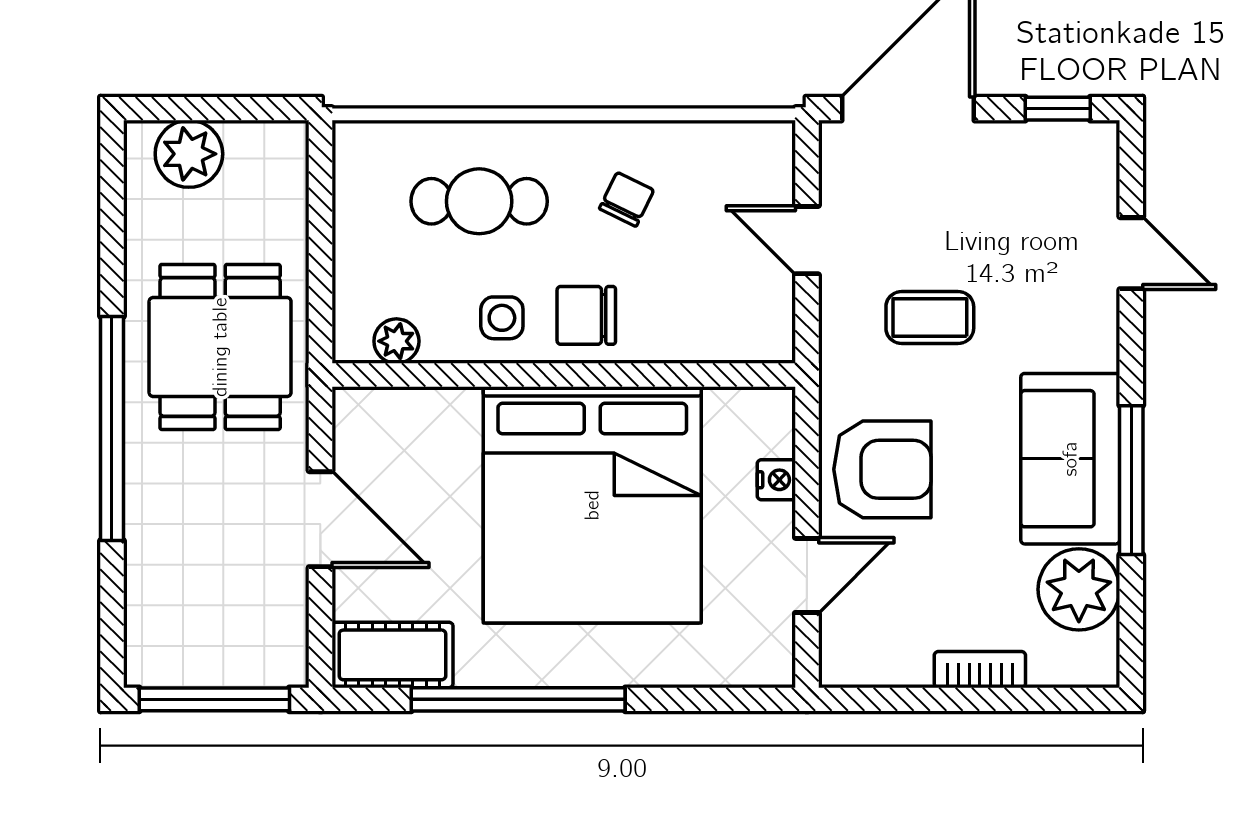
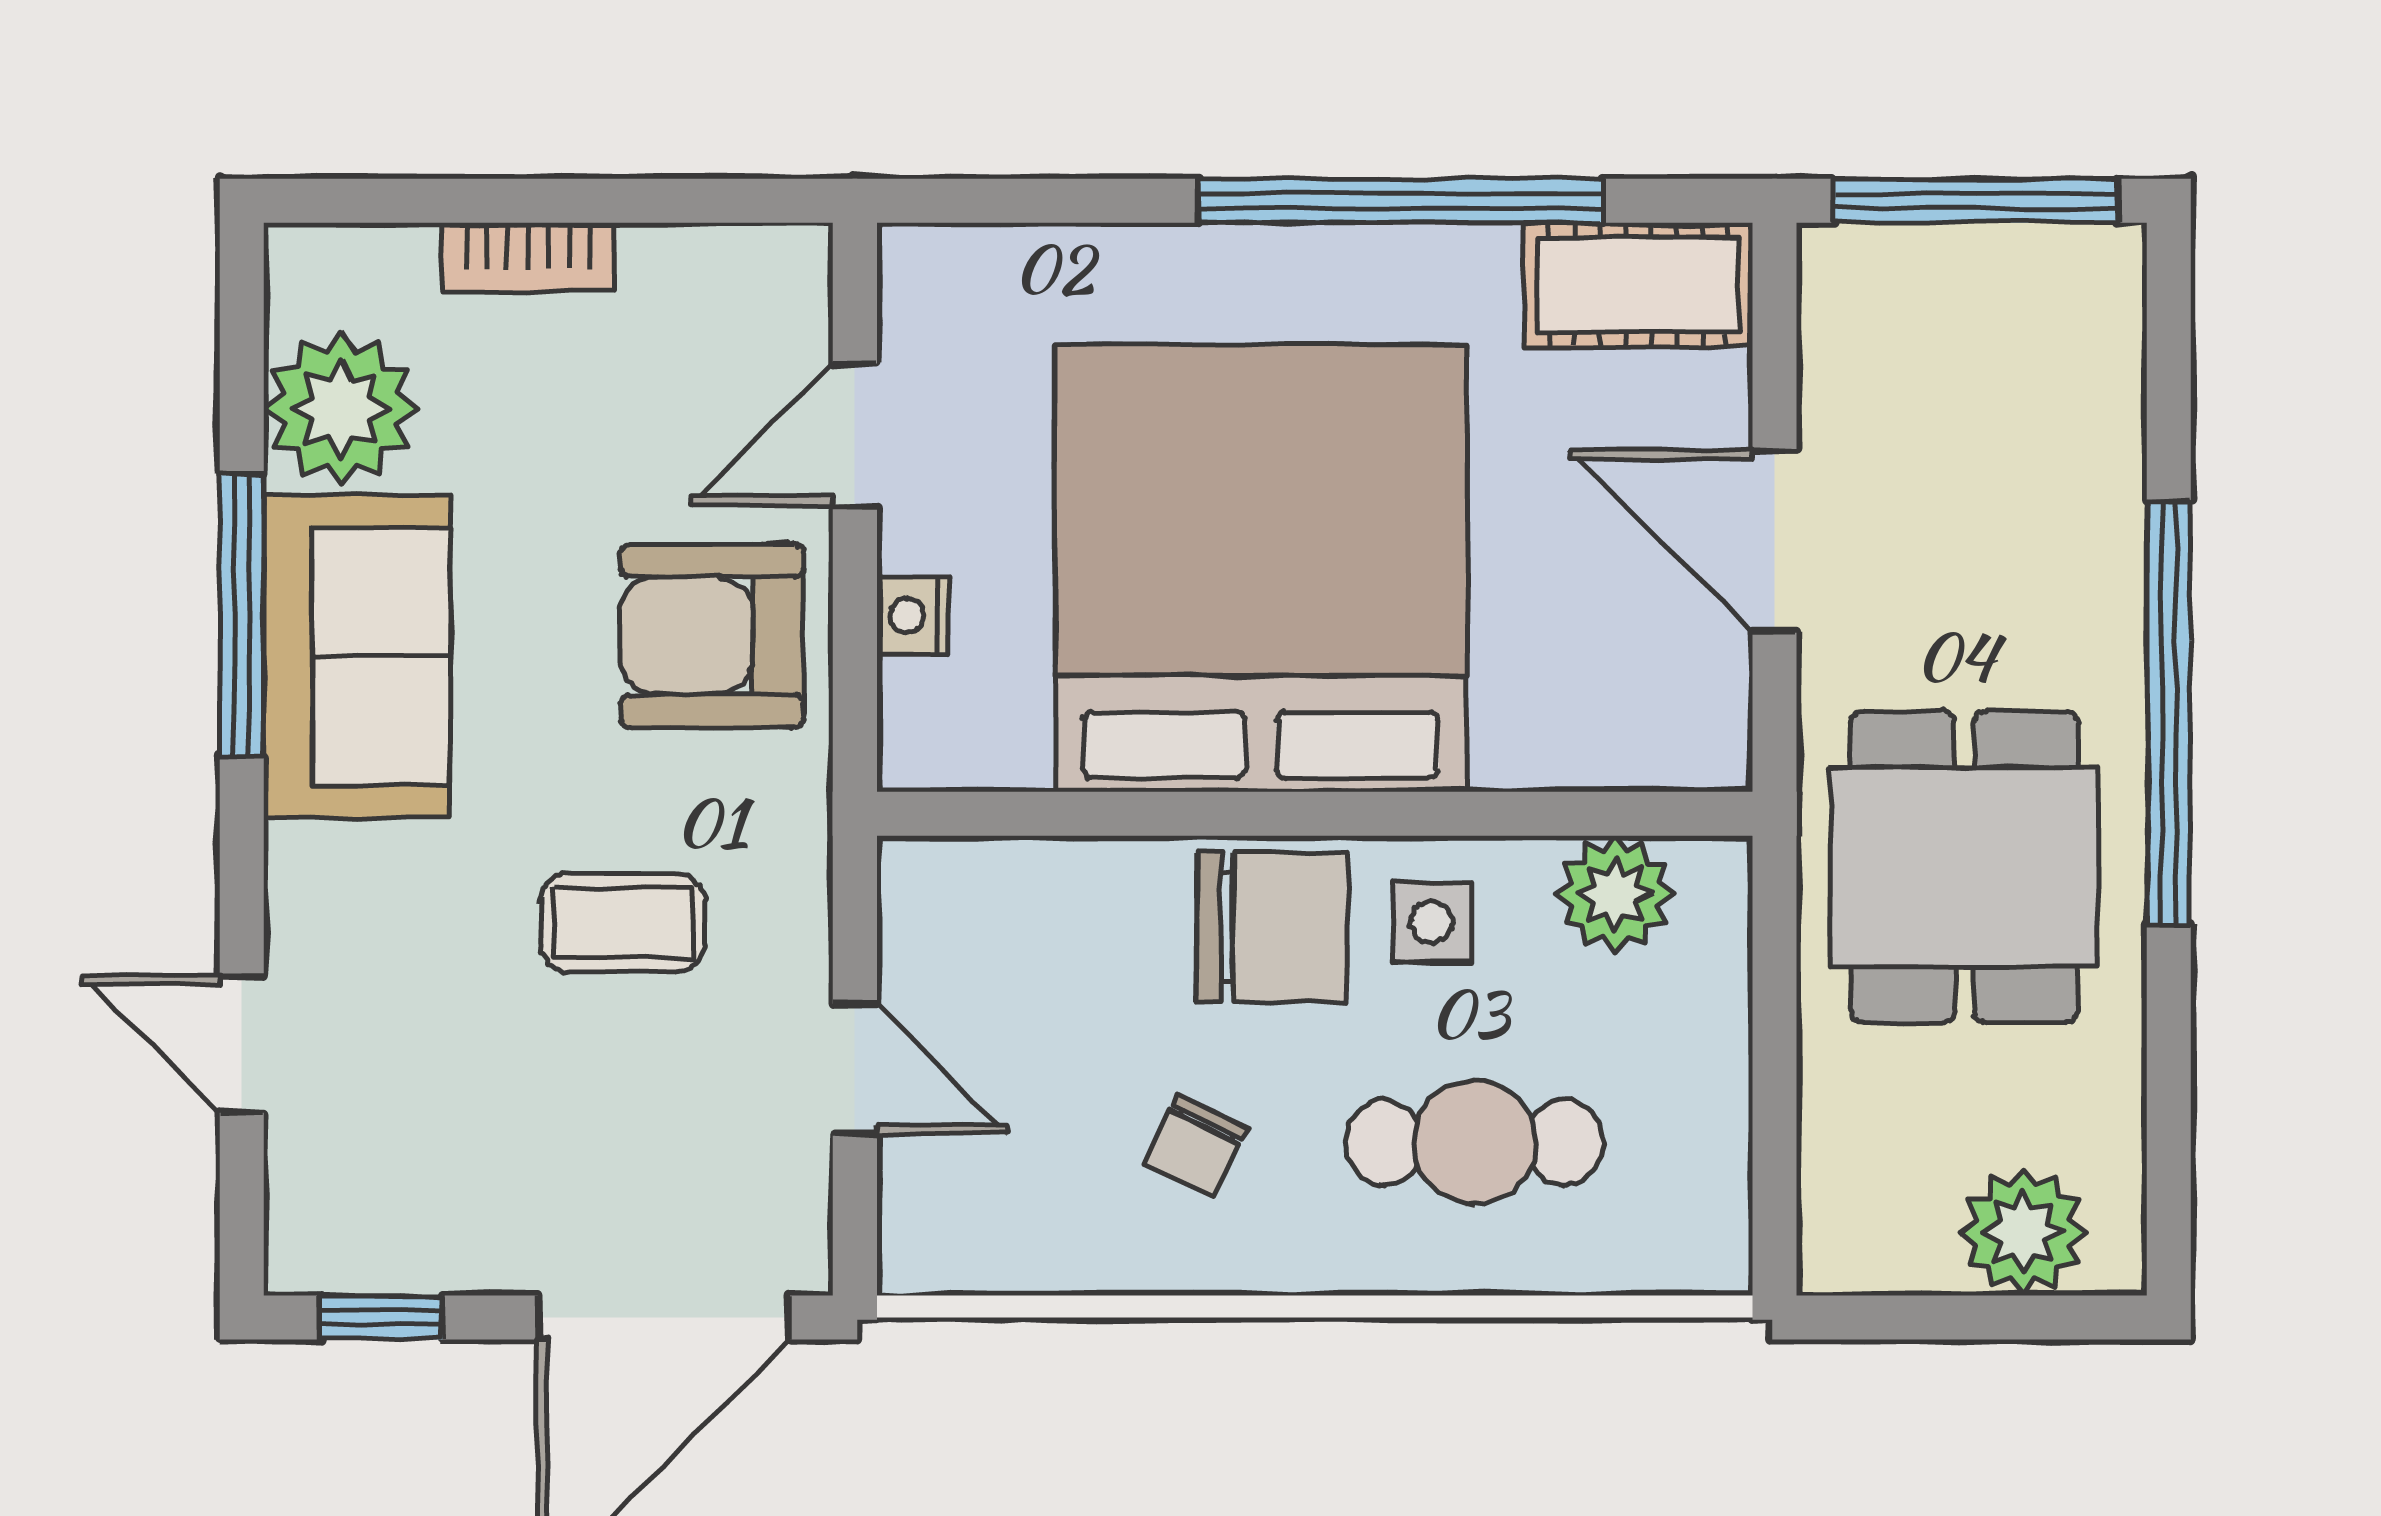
chair: (586, 315) -> (1272, 927), width x1.37, depth x1.37
plant: (396, 341) -> (1615, 894), width x1.38, depth x1.38

